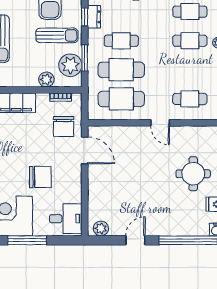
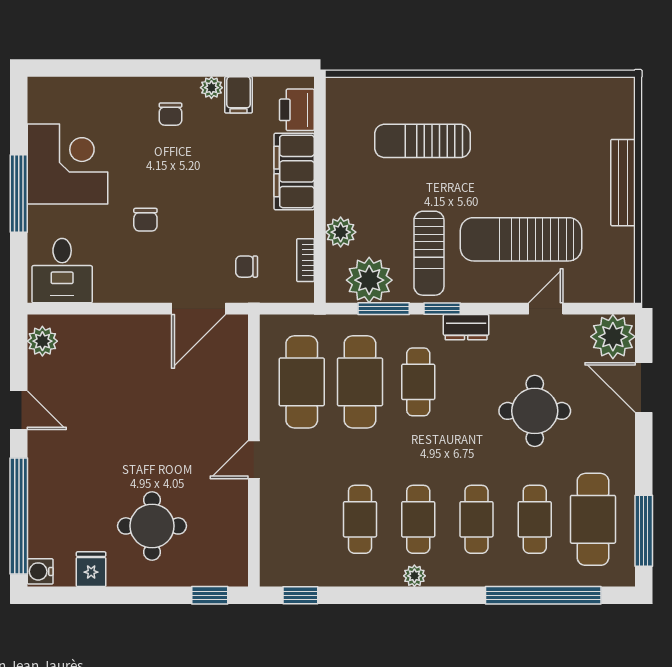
window: (85, 17) -> (442, 309), moved
cafe table: (190, 99) -> (360, 519), moved
chair: (64, 126) -> (247, 267), width x0.54, depth x0.54
chair: (40, 177) -> (145, 220), width x0.54, depth x0.54

